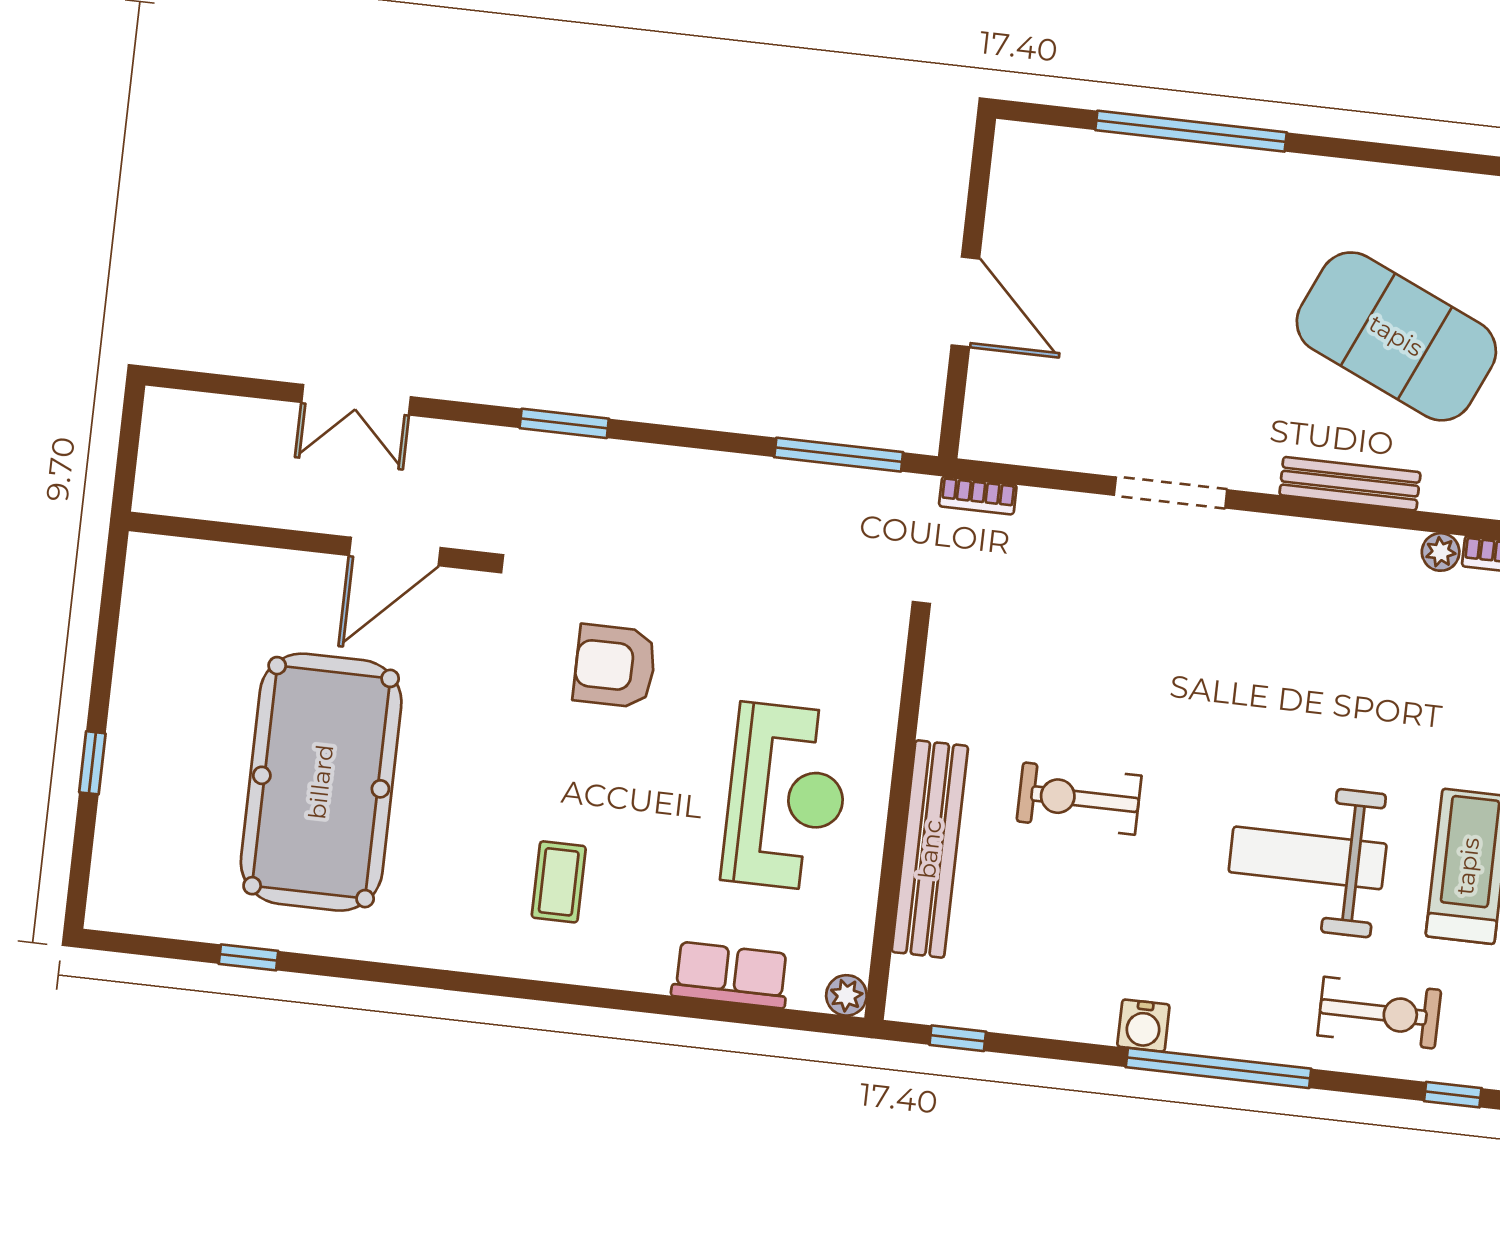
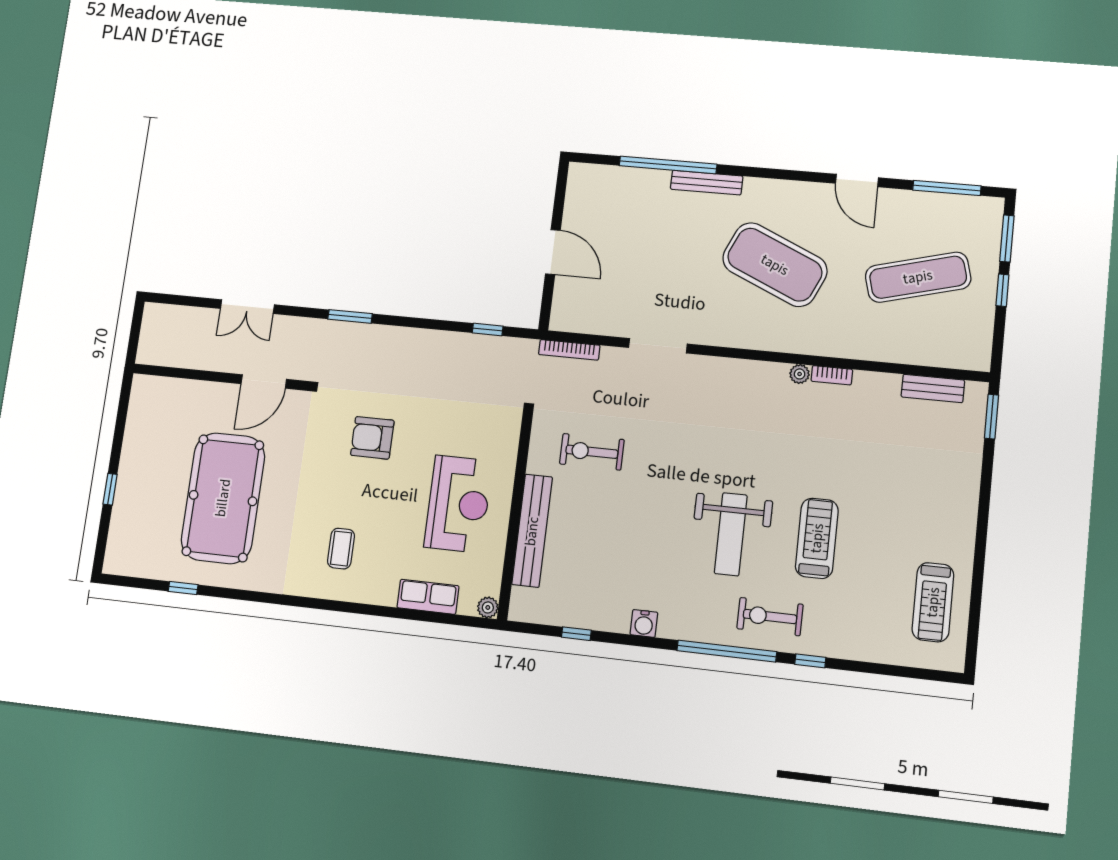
window: (839, 455) -> (488, 330), width x0.46
bench: (1350, 484) -> (707, 183), moved
bookcase: (978, 495) -> (569, 350), width x1.56
exercise bike: (1079, 799) -> (592, 452), moved
weight bench: (1308, 858) -> (731, 534), turned -90
exercise bike: (1379, 1013) -> (770, 617), turned 180
window: (958, 1038) -> (576, 634), moved
window: (1218, 1068) -> (727, 651), moved

